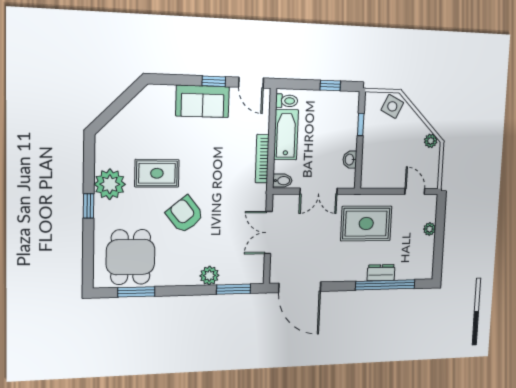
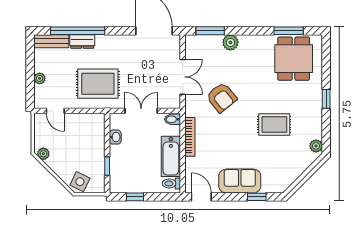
window: (214, 81) -> (257, 197), moved
plant: (110, 184) -> (316, 146), moved, width x0.53, depth x0.53
armchair: (185, 214) -> (222, 97), moved
bench: (415, 272) -> (51, 41), added

